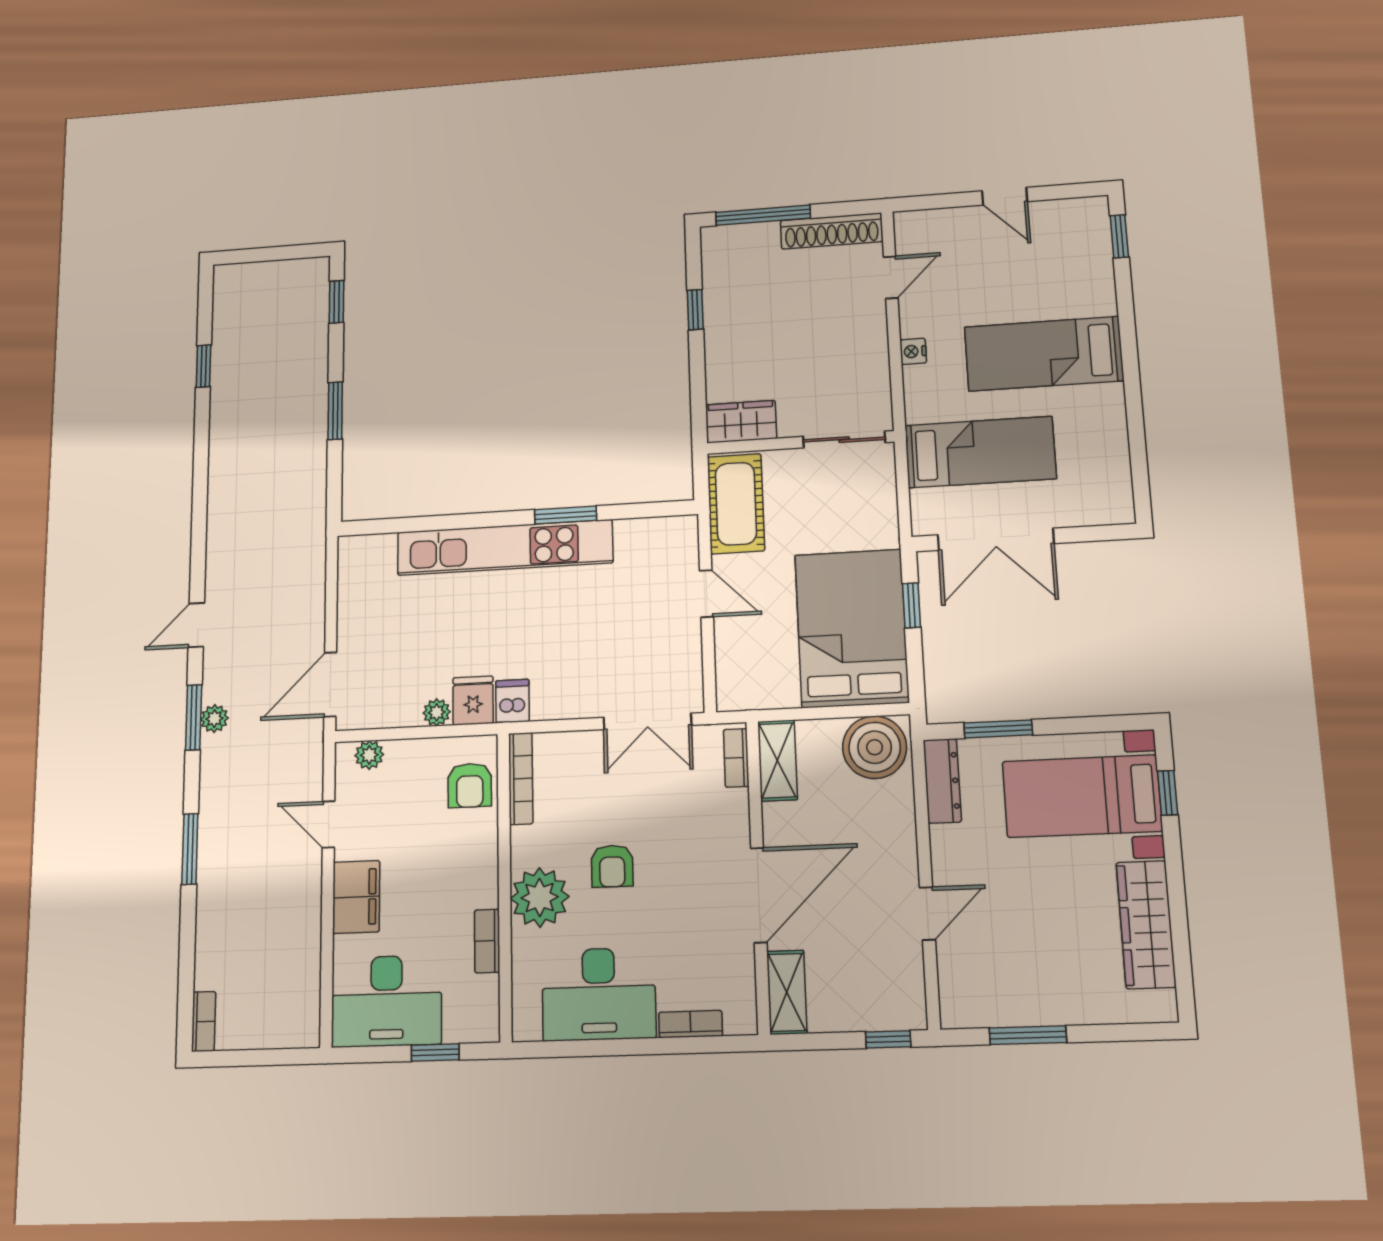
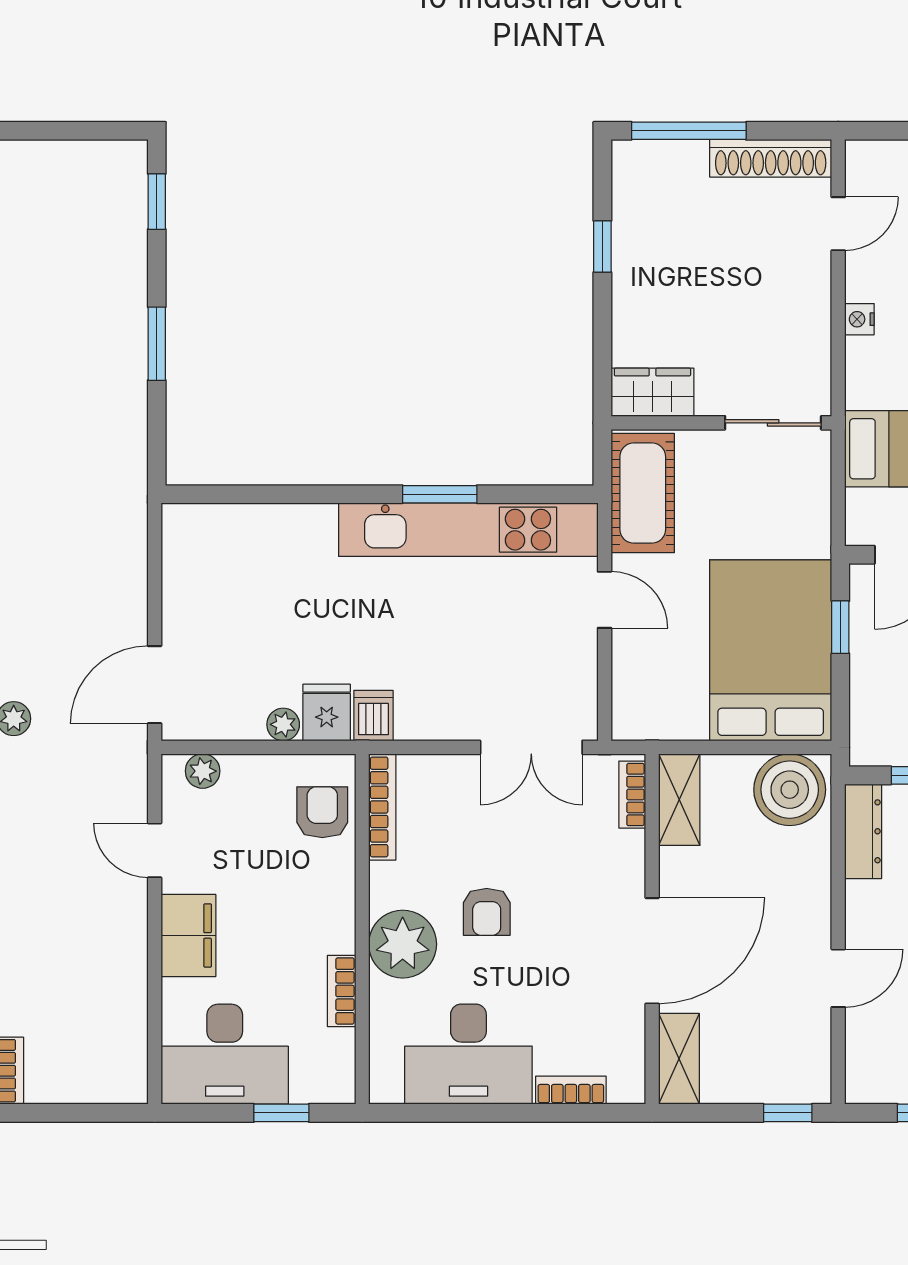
kitchen unit: (505, 548) -> (468, 530), moved
armchair: (470, 785) -> (322, 812), turned 180

